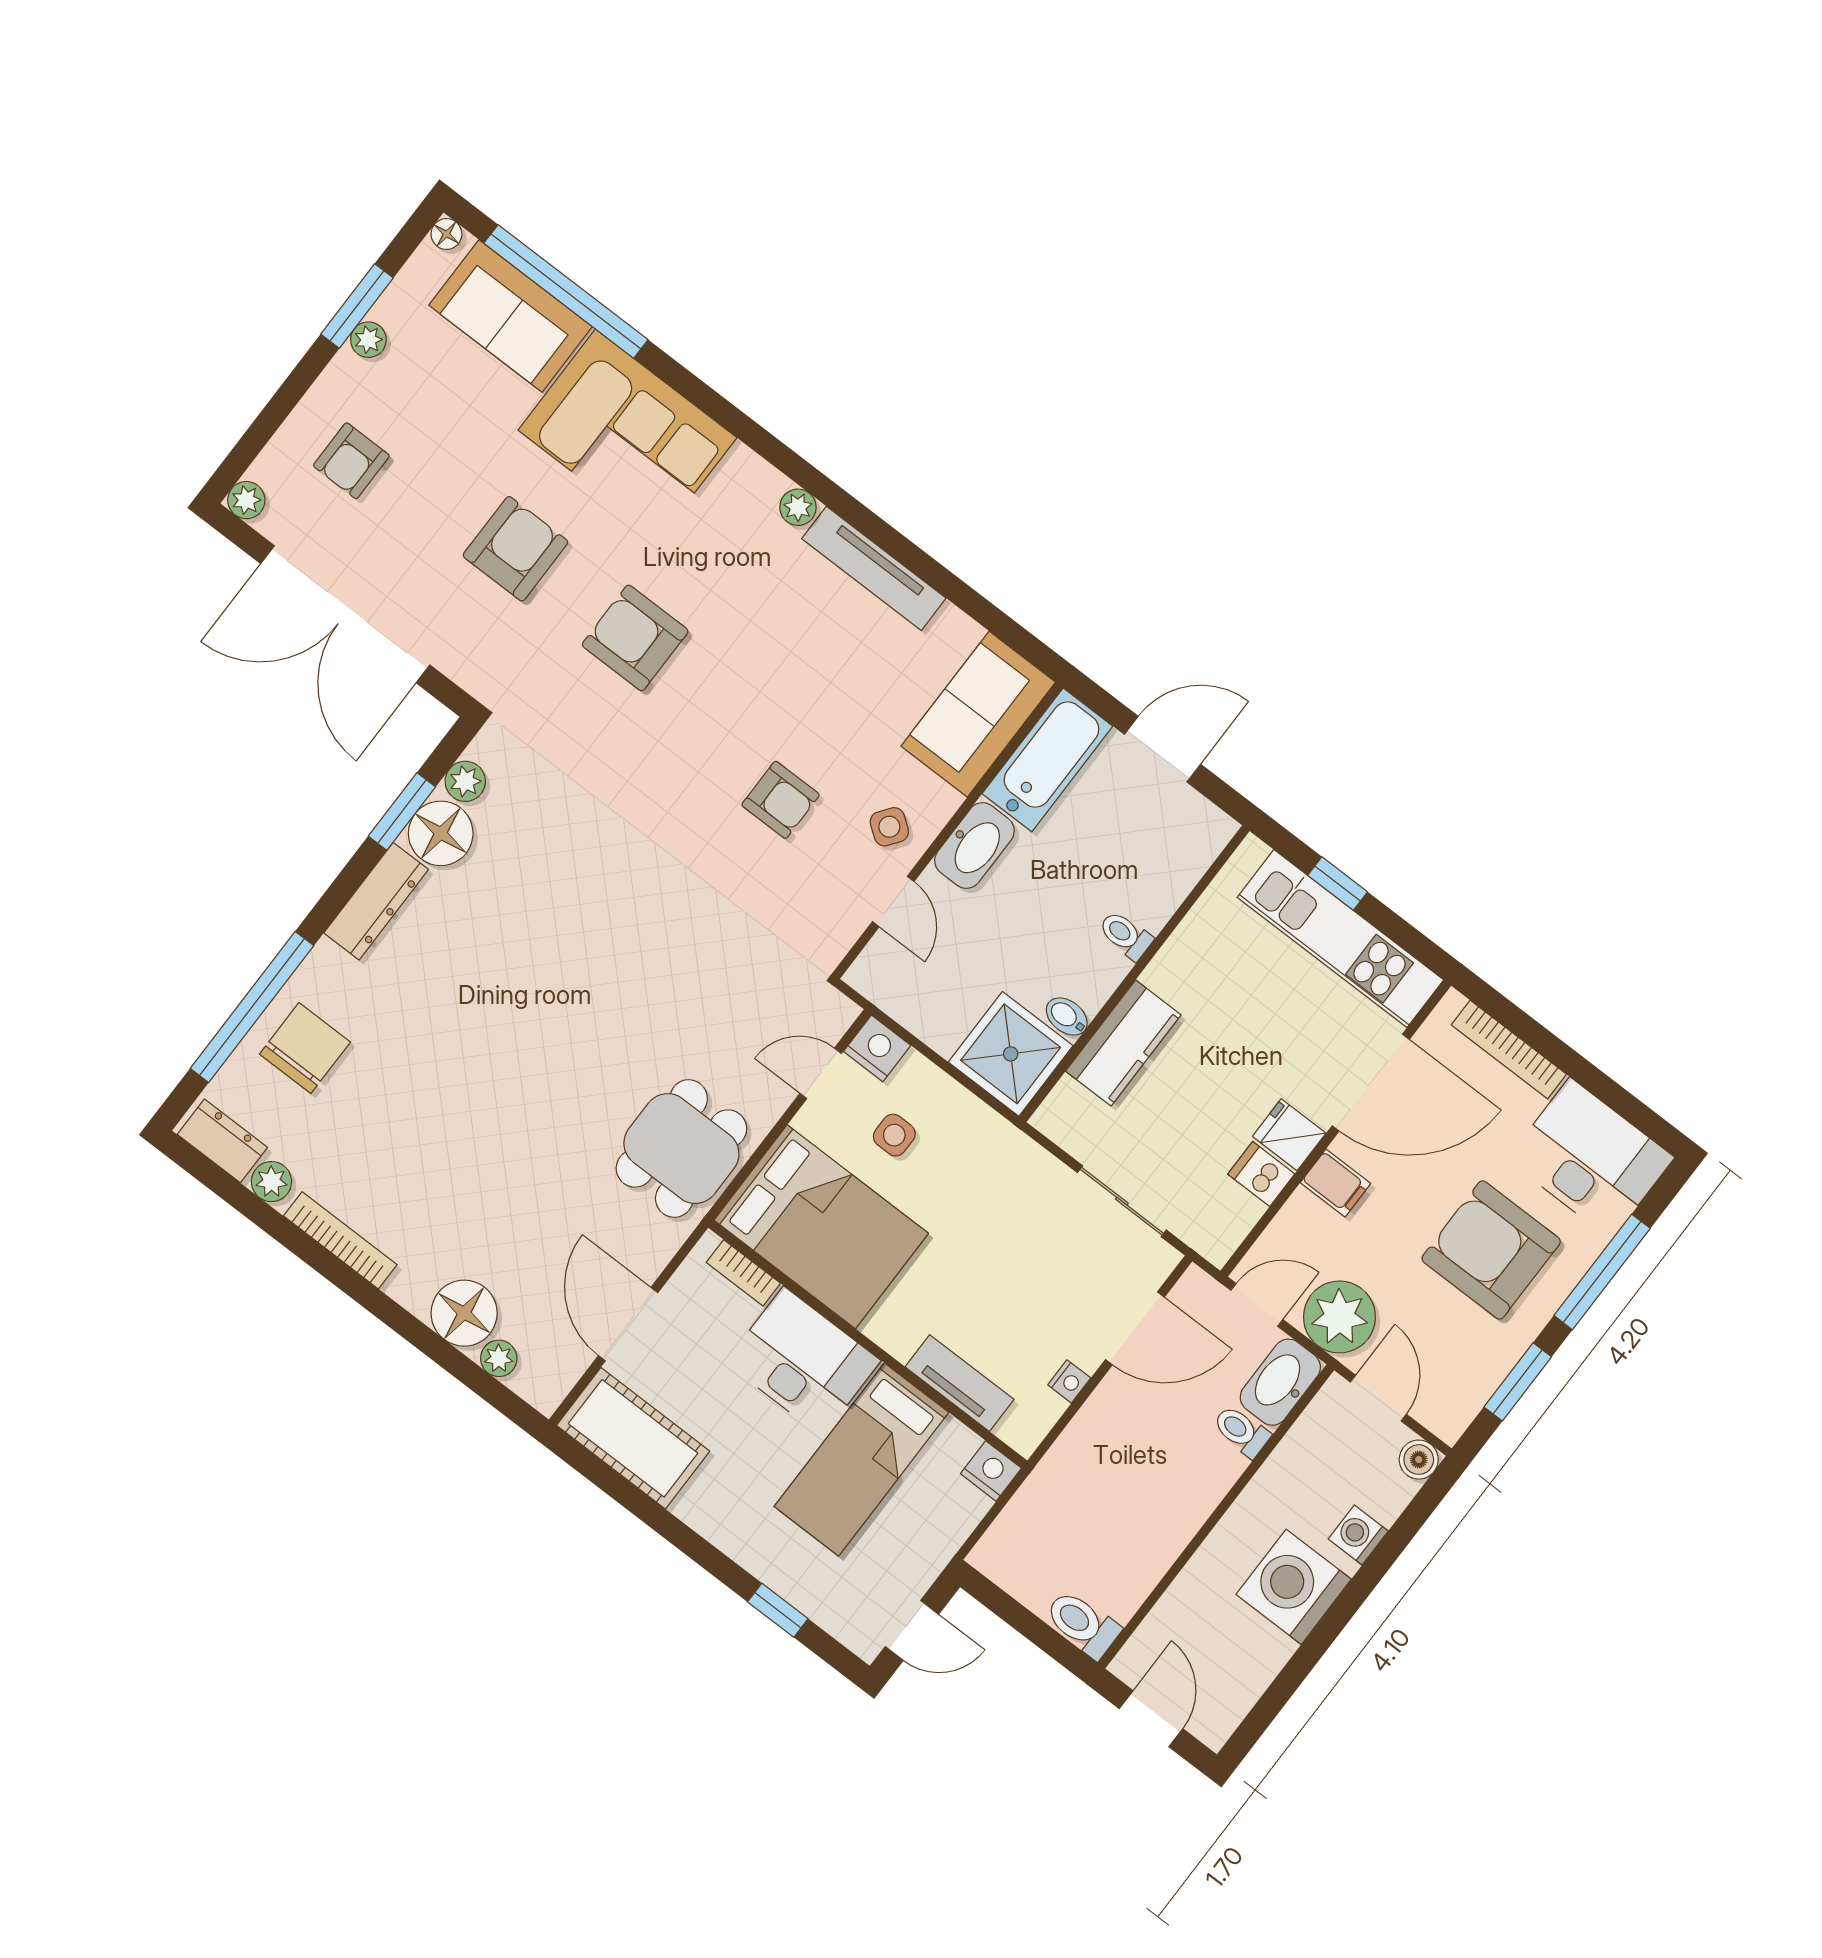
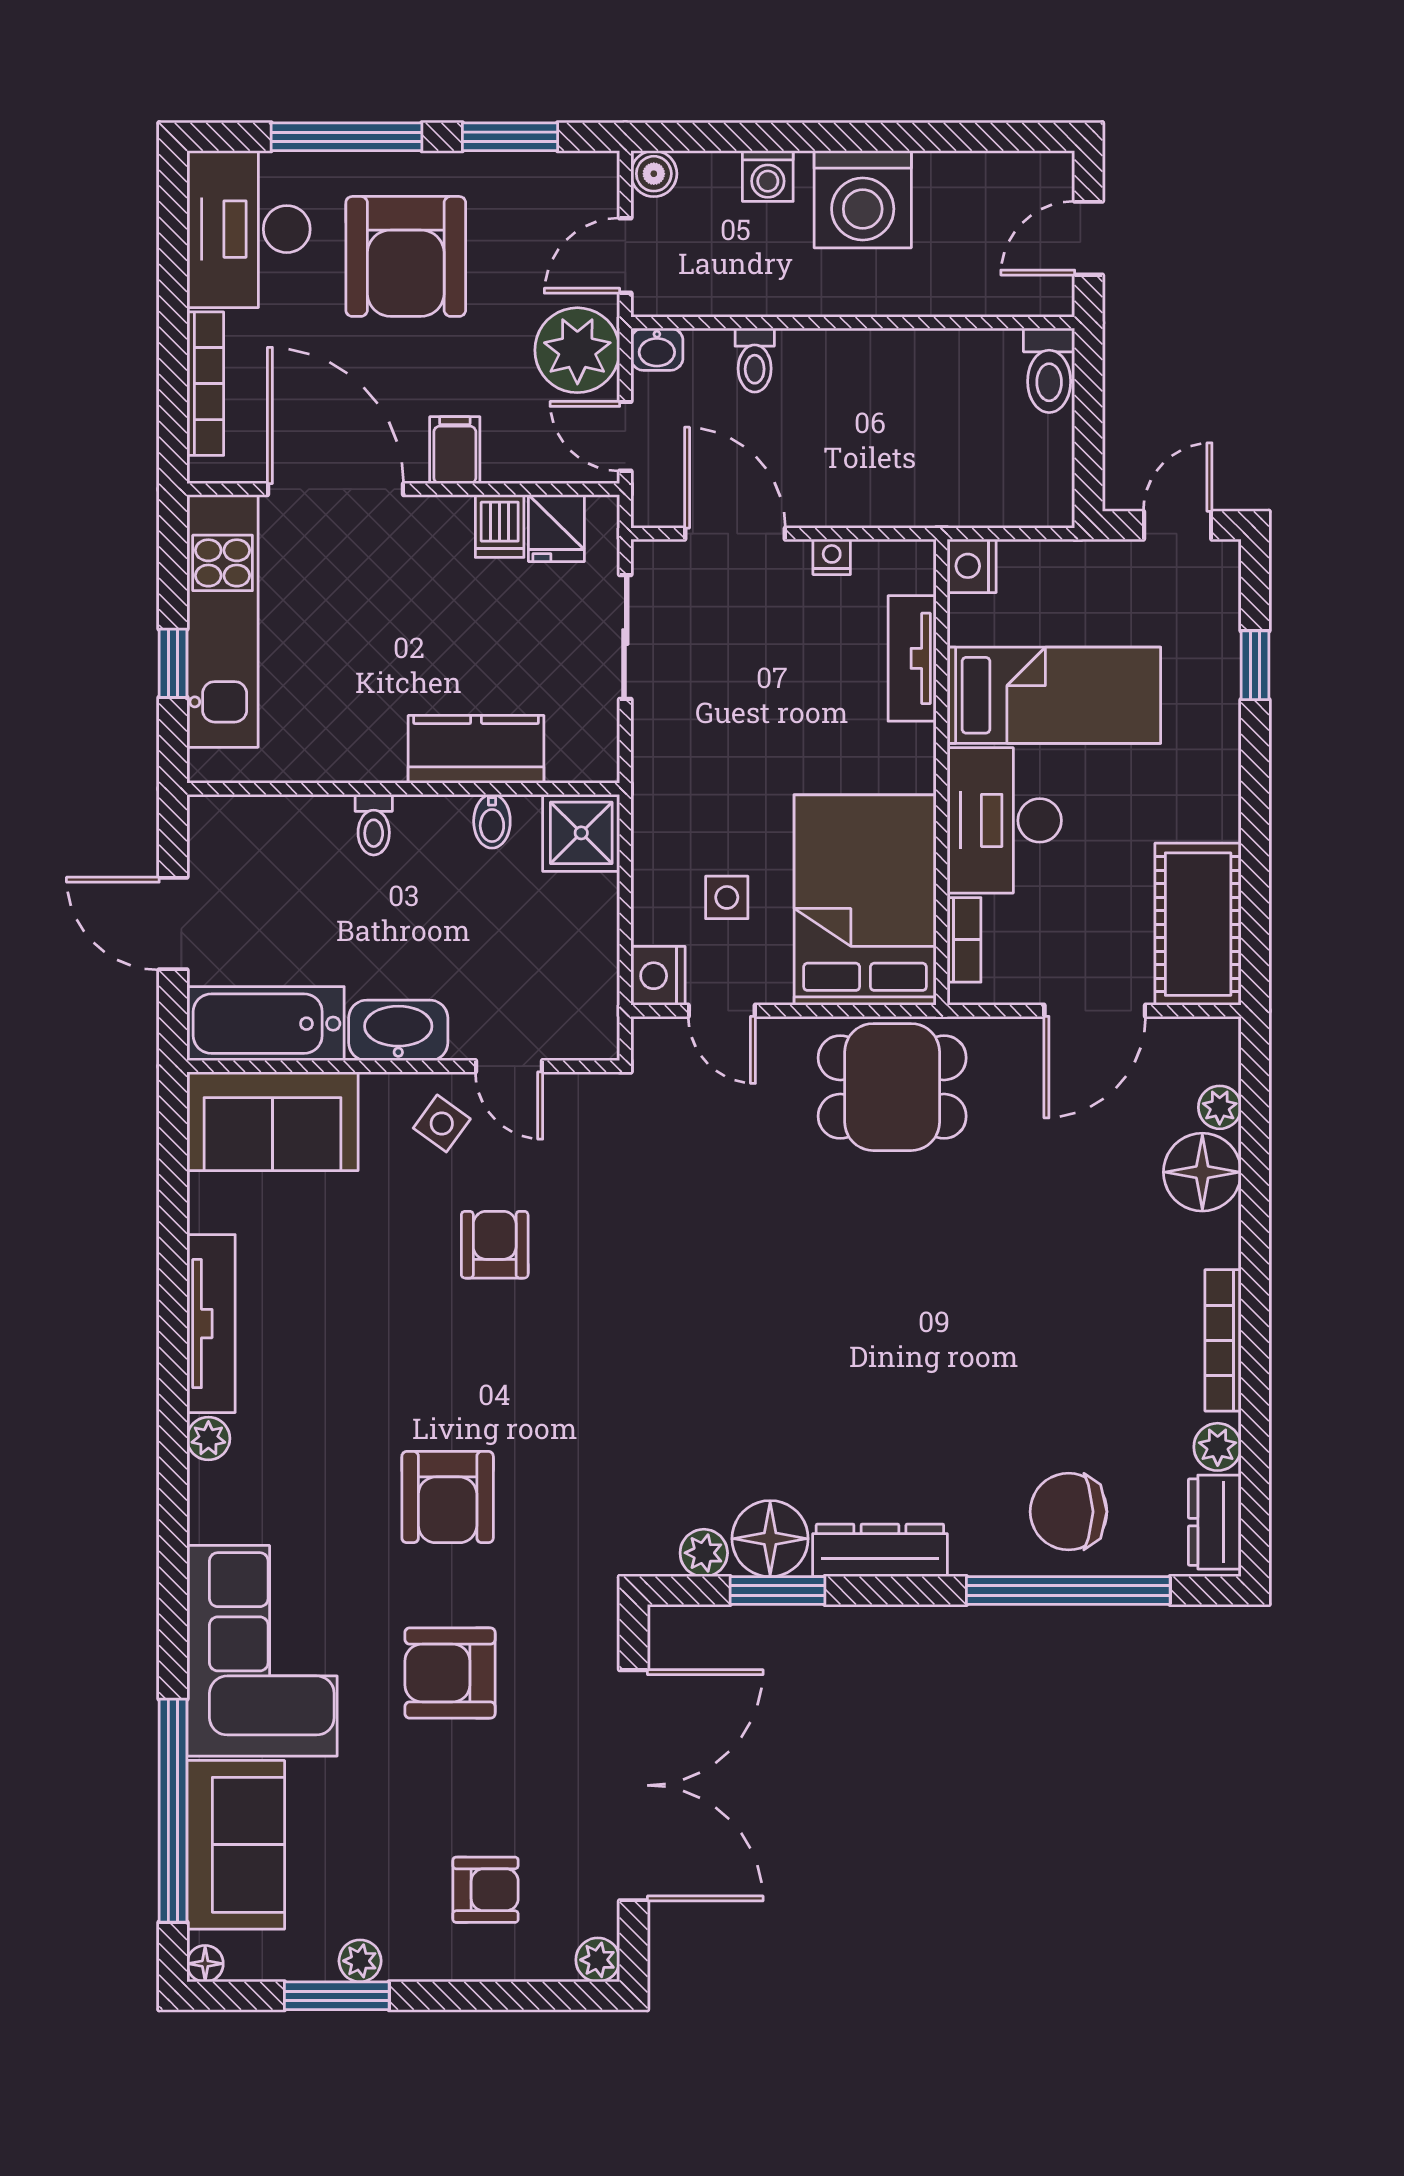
door: (893, 902) -> (509, 1066), swing flipped
shower: (1011, 1054) -> (581, 833), width x0.73, depth x0.73
fridge: (1289, 1135) -> (556, 528), moved
washbasin: (1280, 1382) -> (657, 349), width x0.52, depth x0.69
door: (912, 1630) -> (1178, 525), hinge flipped

